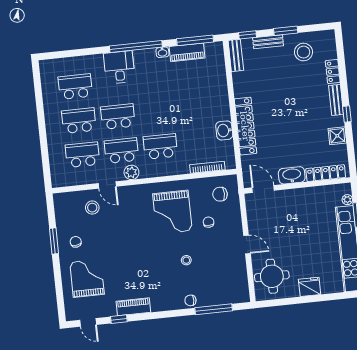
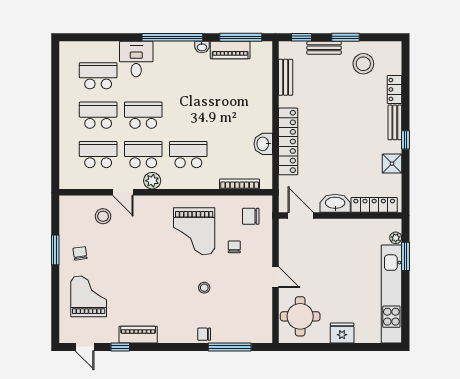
bench: (236, 55) -> (286, 77), moved
desk: (119, 67) -> (136, 59), moved

